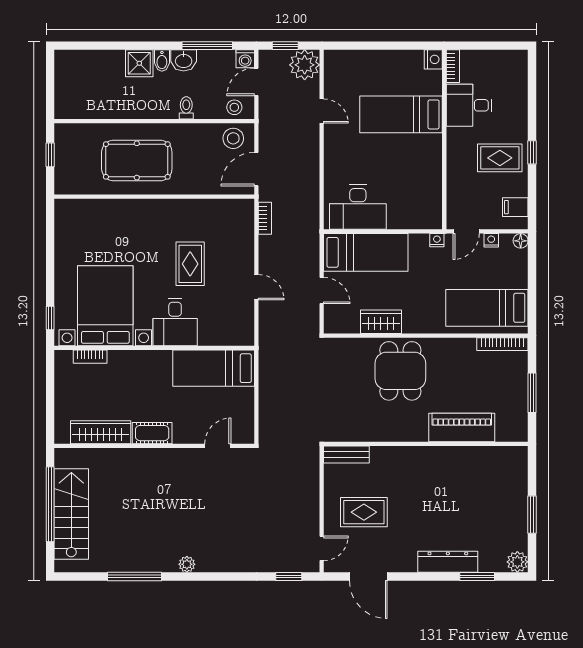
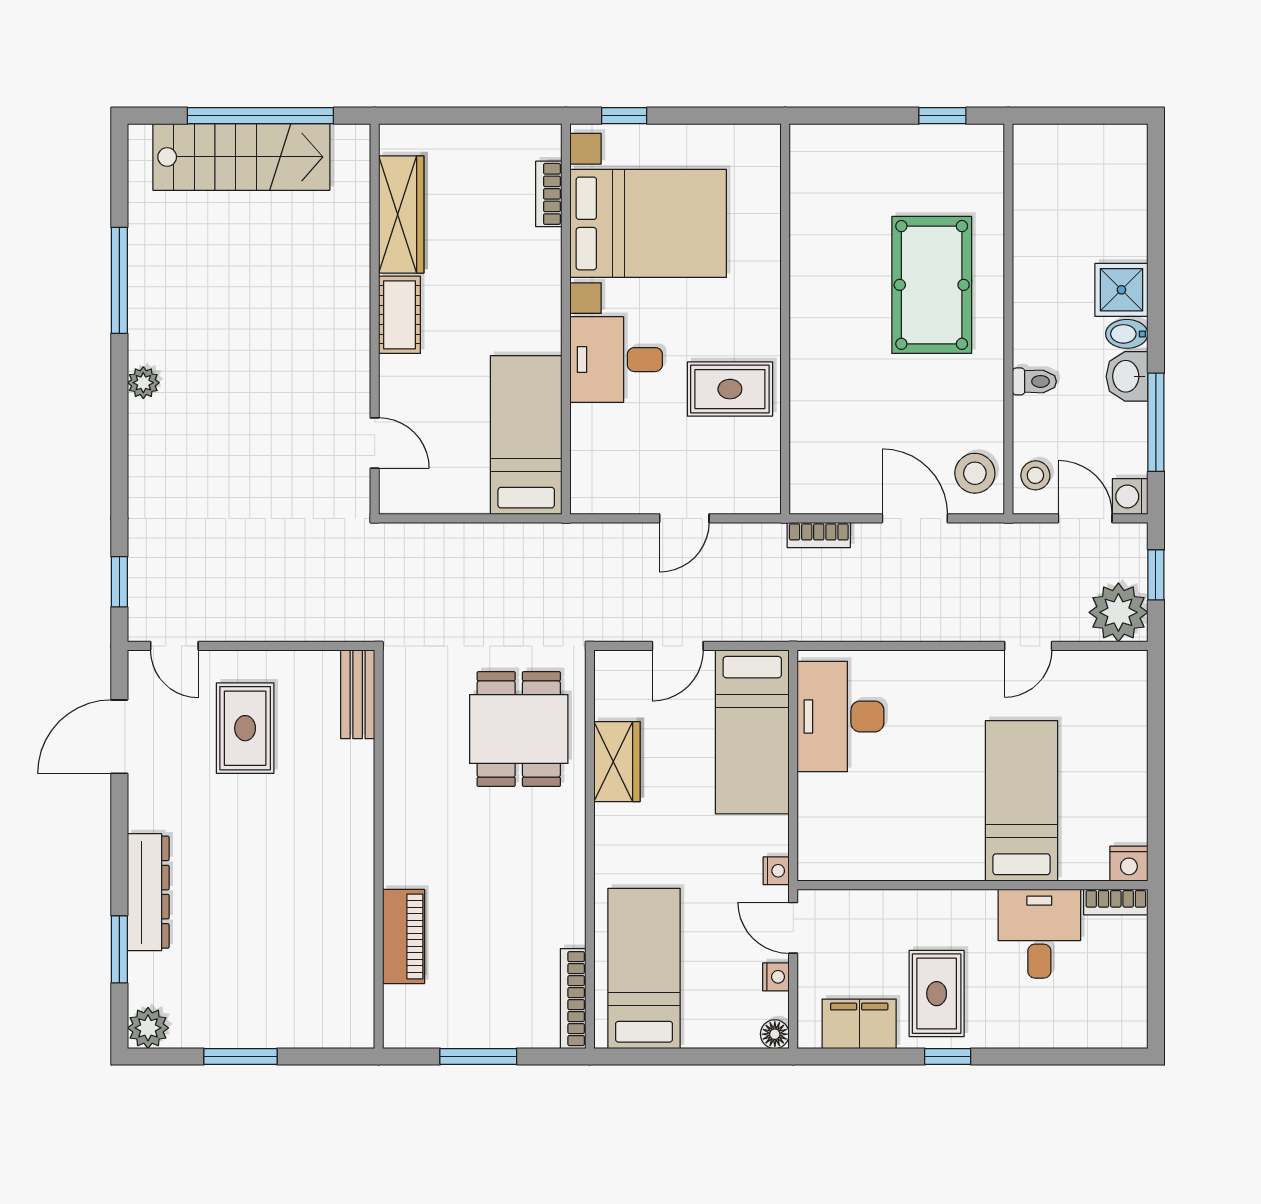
wall: (154, 197) -> (785, 319), moved
filing cabinet: (515, 207) -> (859, 1024), width x2.00
dining table: (400, 371) -> (519, 729), moved, turned 90
piano: (462, 427) -> (404, 936), width x0.73, depth x0.75

